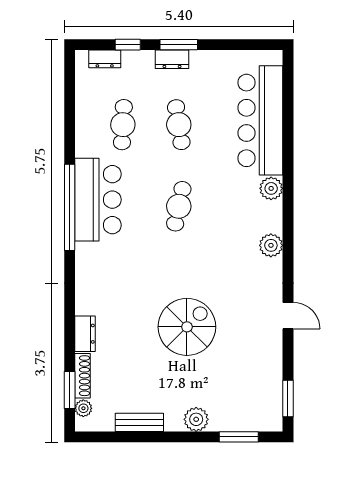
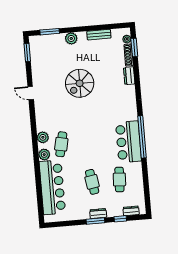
cafe table: (179, 206) -> (61, 144), moved
plant: (271, 245) -> (43, 137), moved

